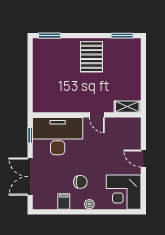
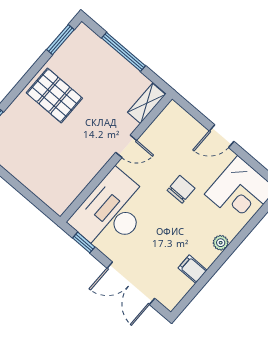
window: (143, 73) -> (124, 52), added
chair: (80, 182) -> (181, 189), moved

